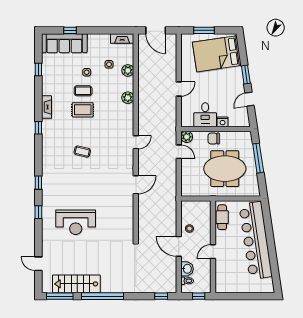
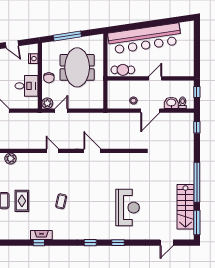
fireplace: (46, 107) -> (41, 235), moved
nightstand: (223, 122) -> (33, 59), moved
door: (213, 252) -> (155, 78), swing flipped

